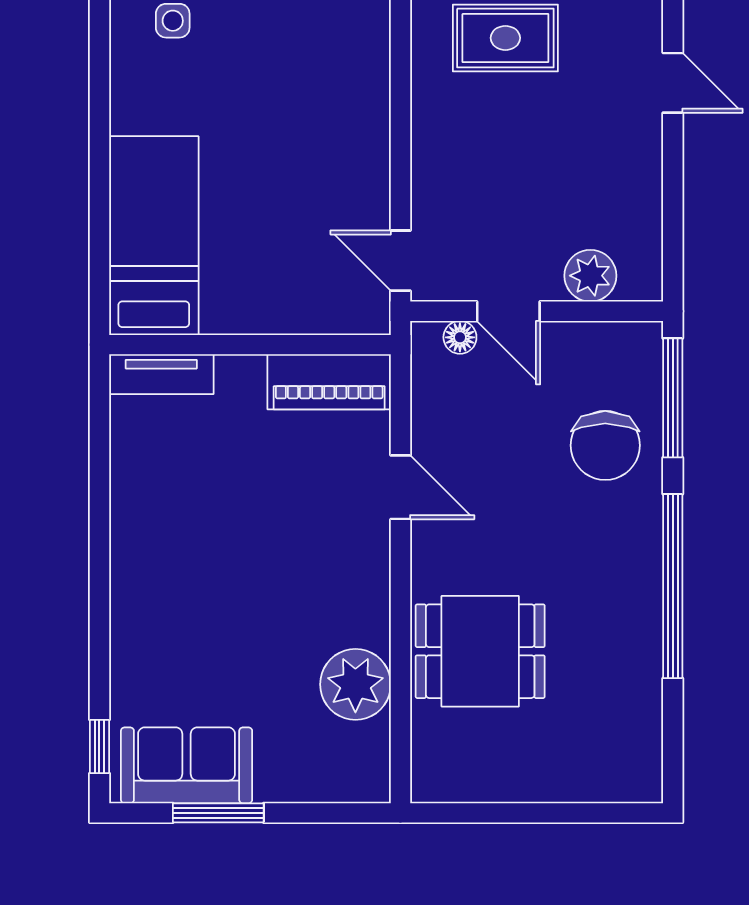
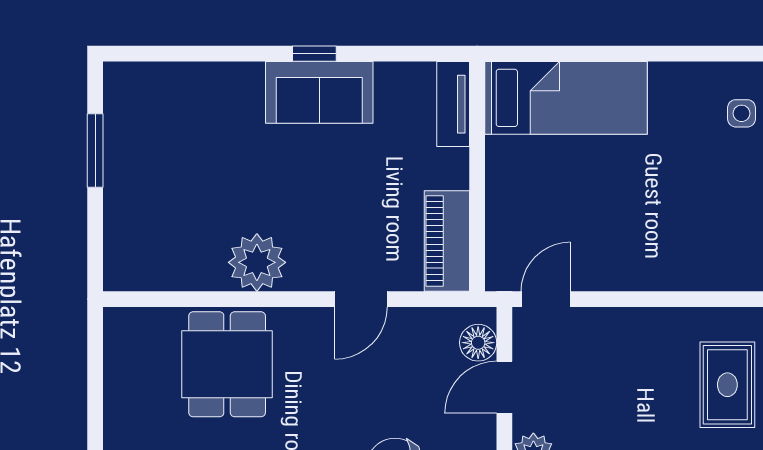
floor lamp: (460, 337) -> (478, 343), width x1.37, depth x1.37
plant: (355, 684) -> (257, 262), moved
window: (99, 747) -> (314, 54), moved
sofa: (187, 765) -> (319, 92), moved, turned 90

